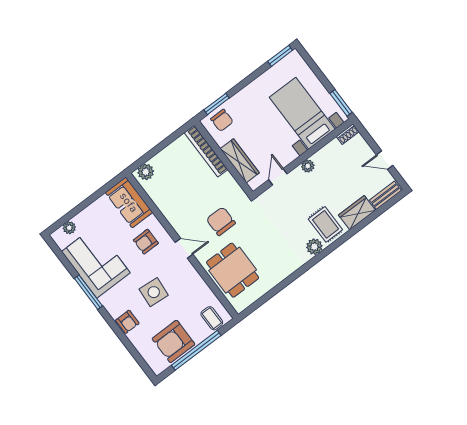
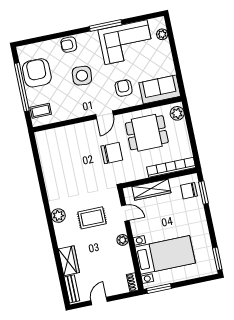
rug: (325, 224) -> (92, 218), moved
dining table: (233, 270) -> (147, 133), moved

